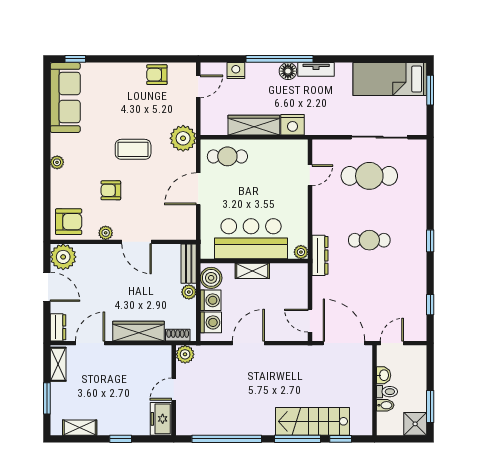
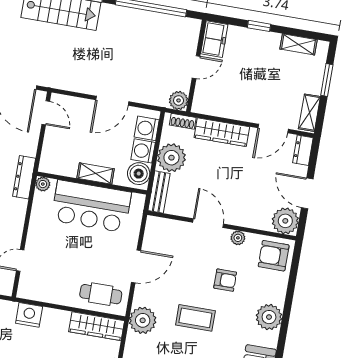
wardrobe: (254, 125) -> (97, 326), moved
plant: (57, 162) -> (269, 317), width x1.88, depth x1.88
plant: (189, 292) -> (171, 158), width x1.88, depth x1.88

